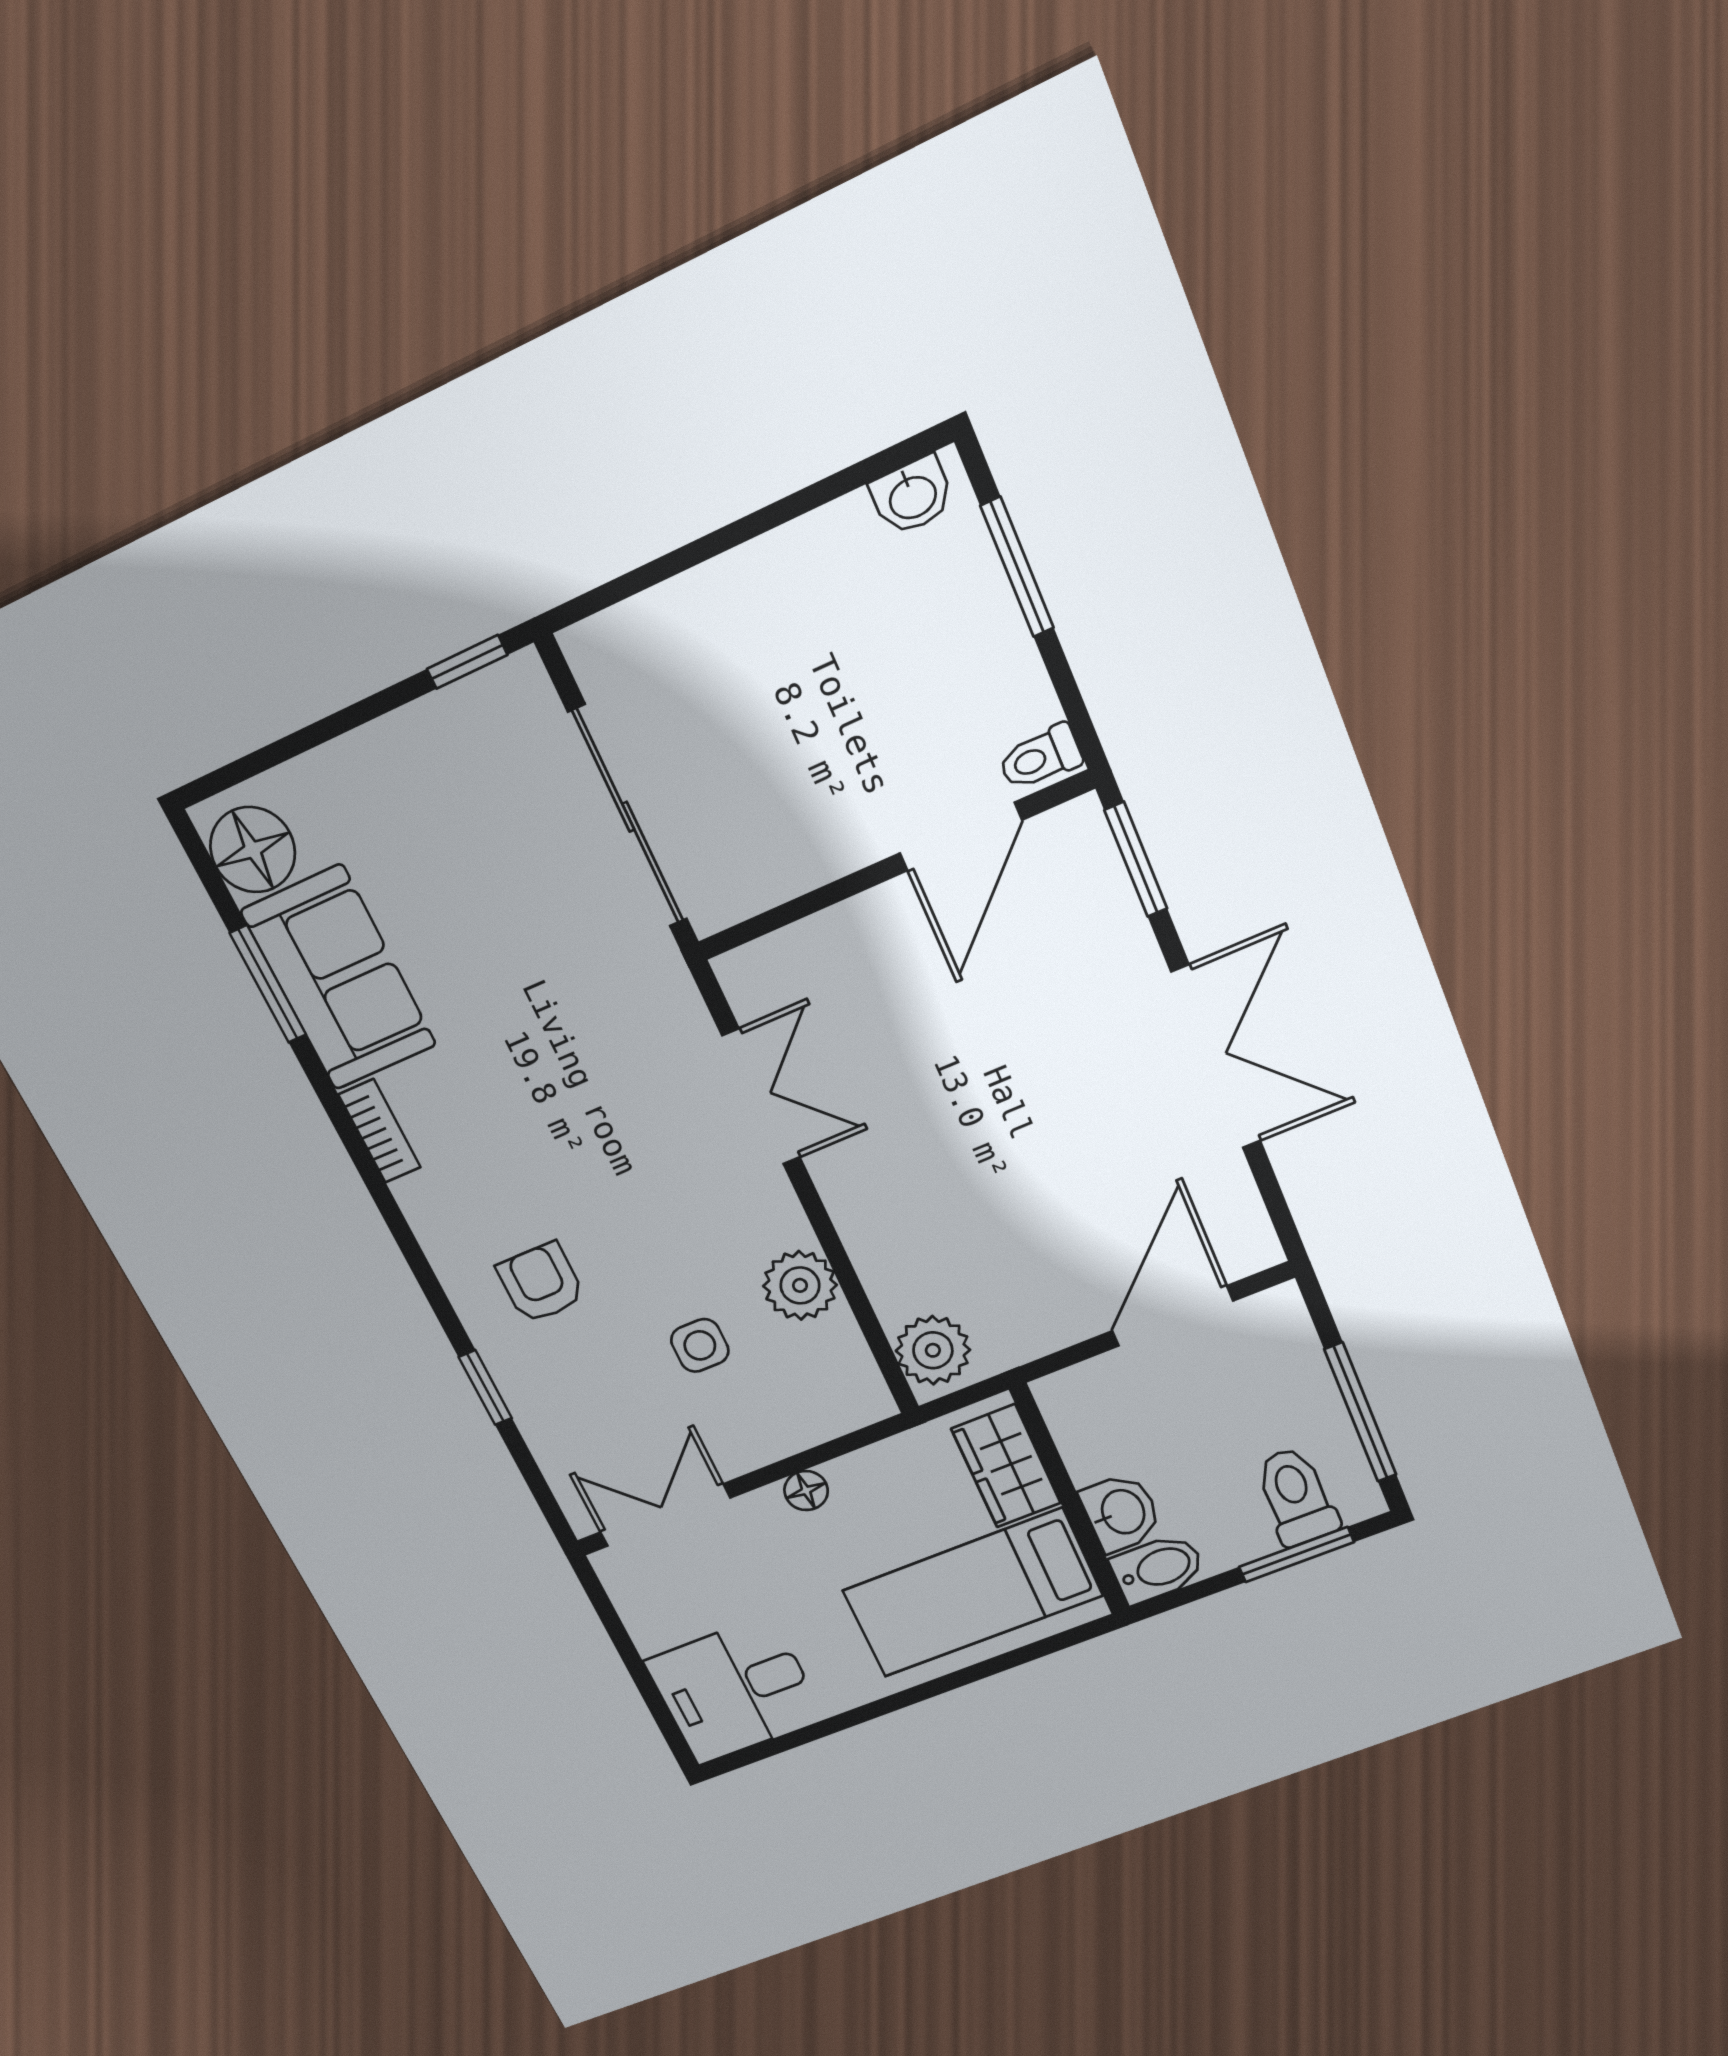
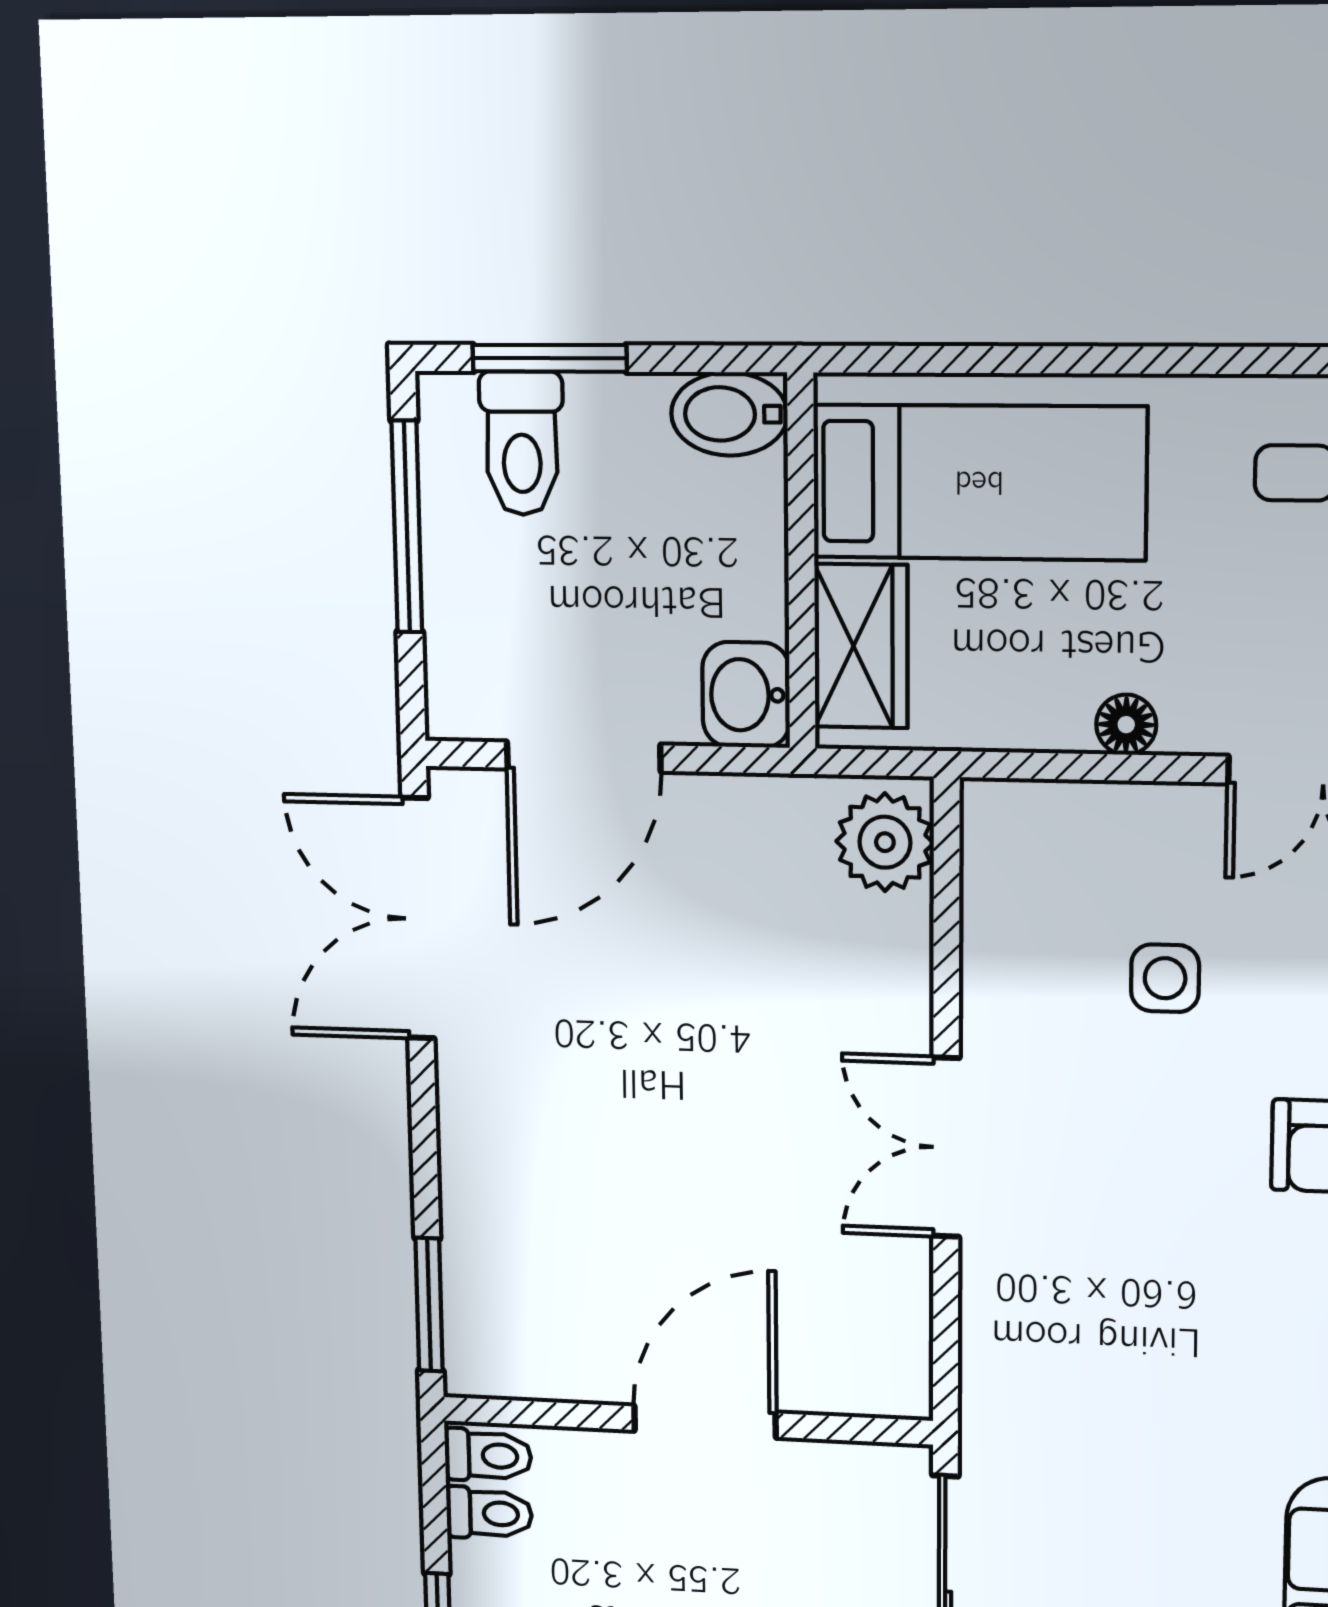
toilet: (1020, 708) -> (489, 1513), added
door: (961, 837) -> (705, 1422), moved
double door: (1216, 1057) -> (418, 919), moved
double door: (761, 1097) -> (946, 1147), moved
plant: (800, 1285) -> (1007, 998), removed
washbasin: (1121, 1512) -> (746, 695), moved

